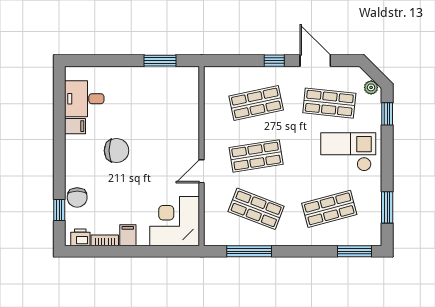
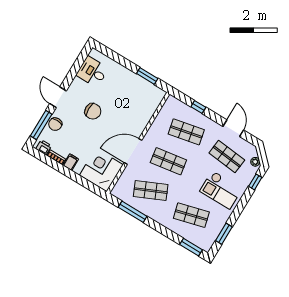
window: (274, 61) -> (198, 107), moved
filing cabinet: (75, 126) -> (78, 84), removed
checkout: (348, 152) -> (221, 190), turned 180
door: (59, 160) -> (58, 97), added
door: (202, 171) -> (133, 151), width x1.87
shop shelf: (256, 209) -> (151, 191), turned -45
window: (59, 210) -> (41, 125), width x2.17

